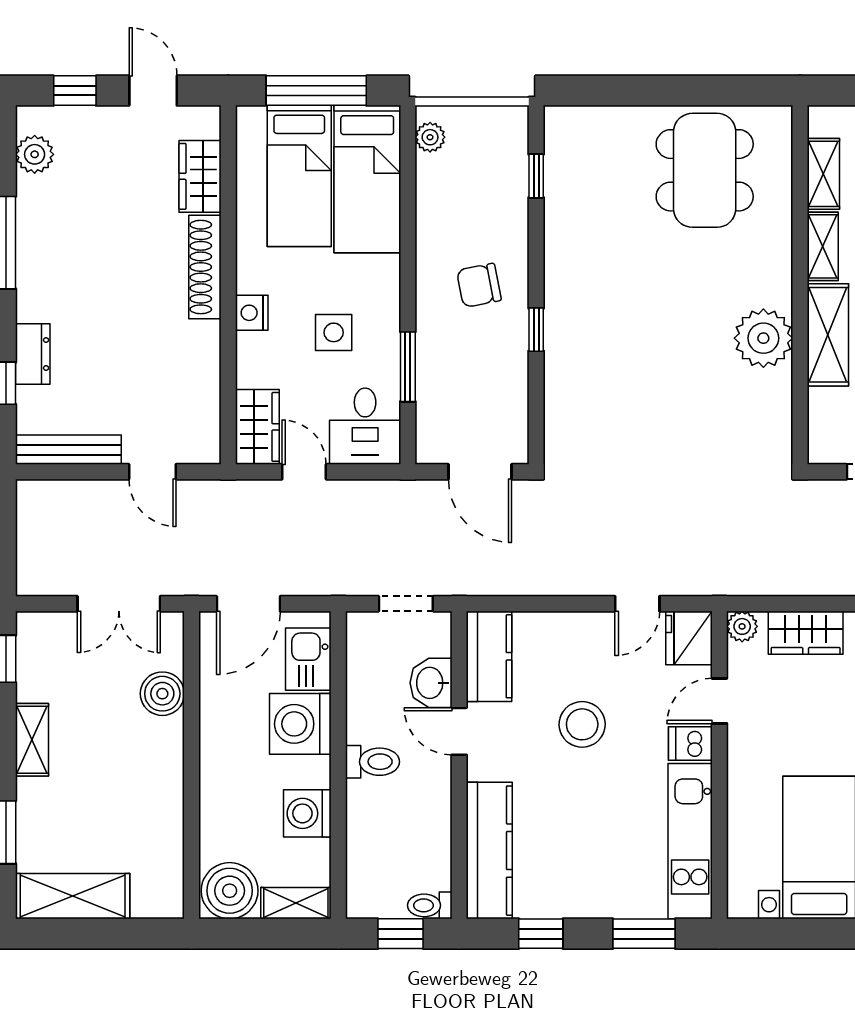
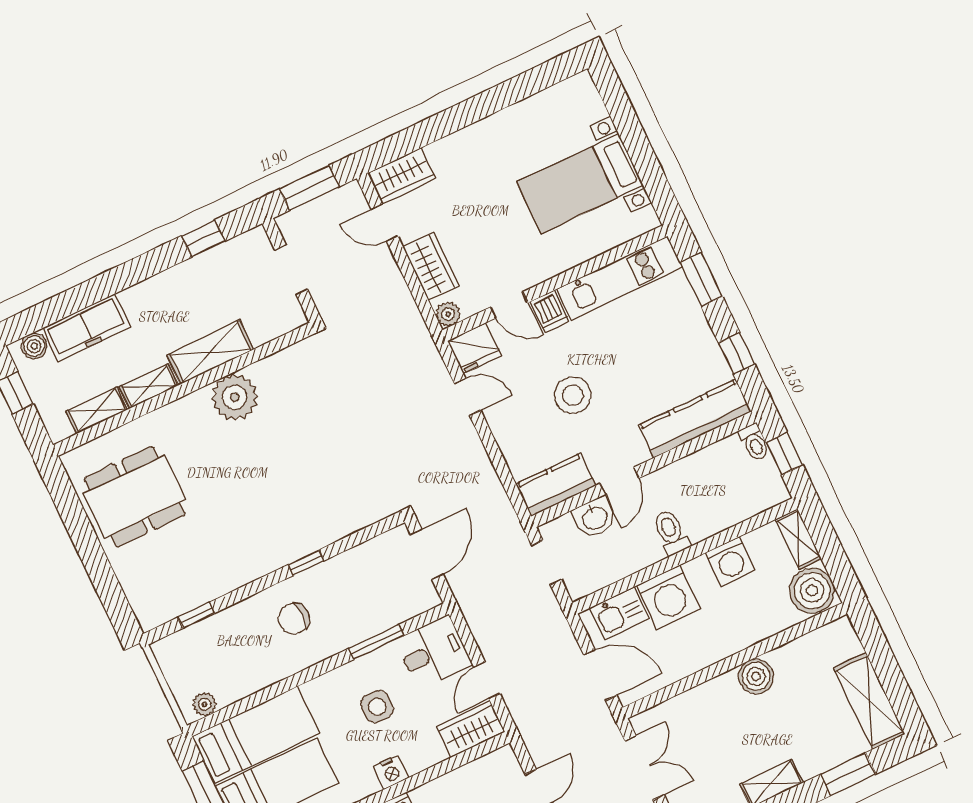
chair: (479, 285) -> (294, 619), turned 101
boiler: (162, 694) -> (756, 676), moved

